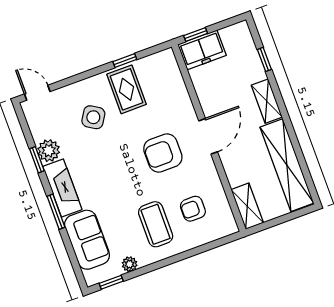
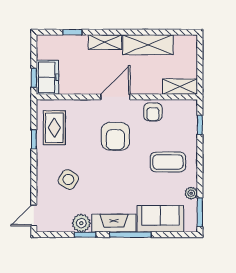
rug: (127, 89) -> (54, 128), moved, turned 90
door: (208, 136) -> (115, 97), hinge flipped
shelving: (287, 165) -> (148, 45), width x0.68
armchair: (193, 209) -> (153, 112), moved
window: (56, 212) -> (130, 235), width x1.44
window: (212, 245) -> (200, 125), added
window: (111, 282) -> (200, 212), width x1.50

